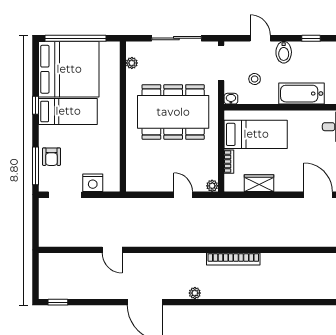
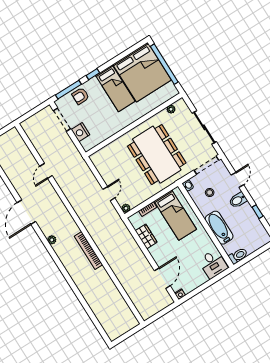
window: (35, 105) -> (93, 74), moved

